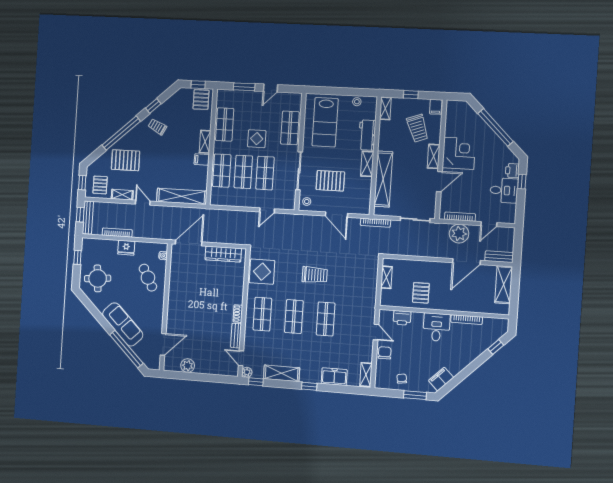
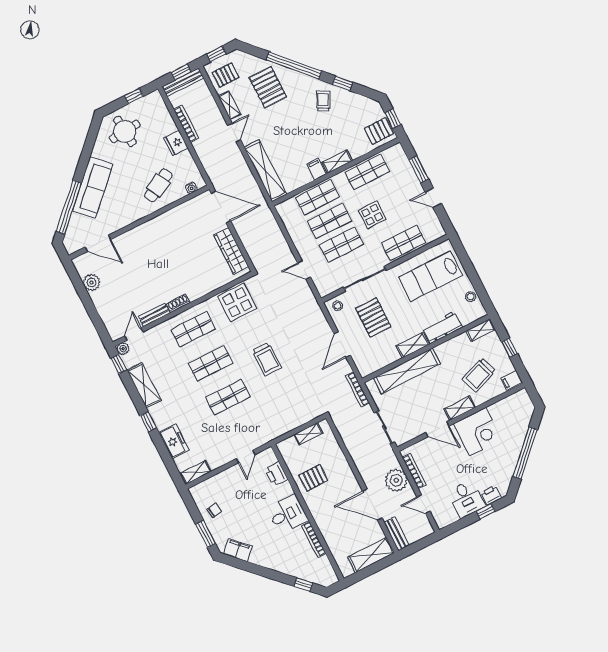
chair: (385, 353) -> (230, 478), removed

